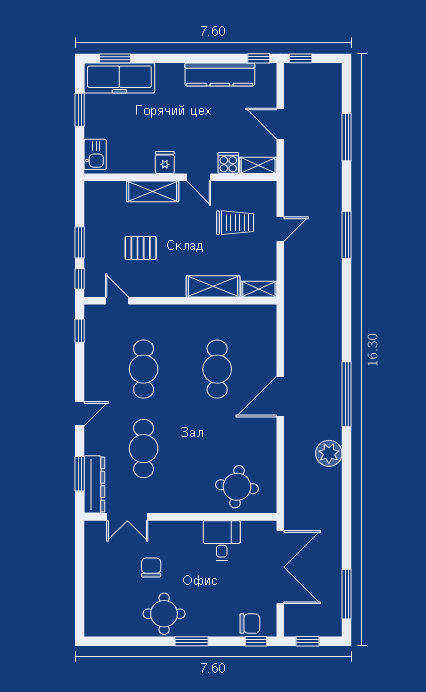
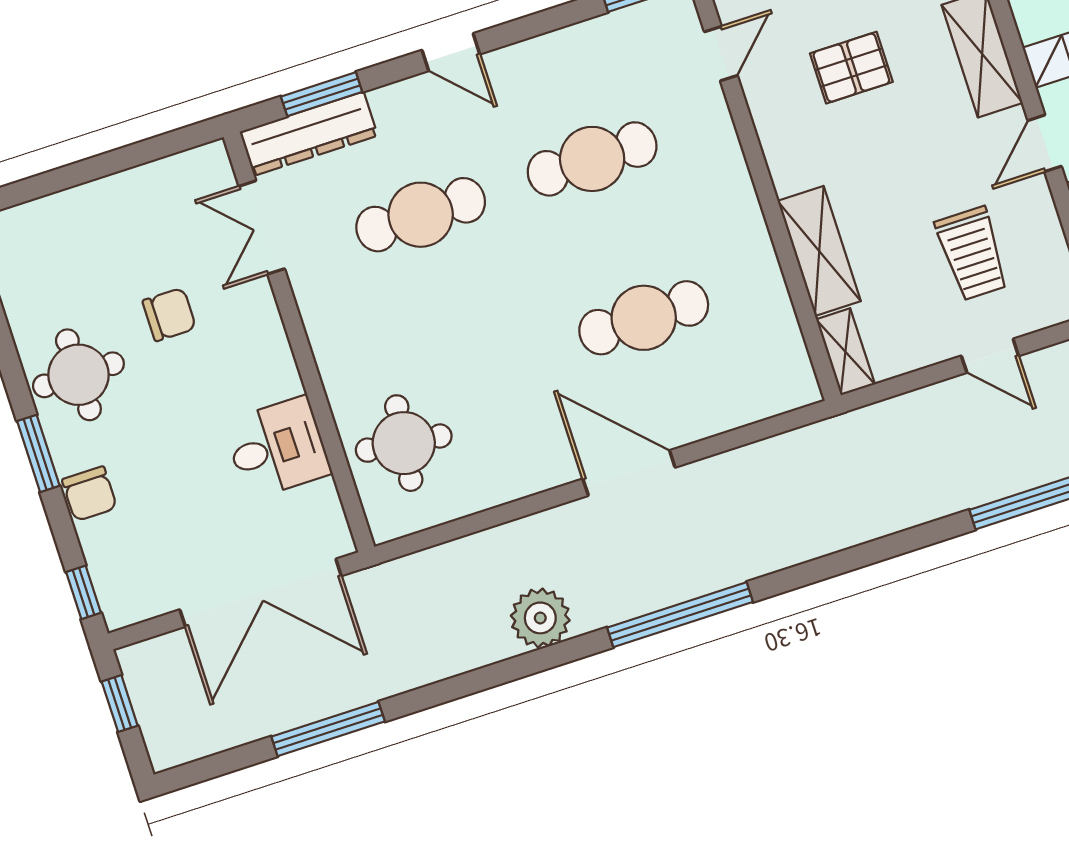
pallet: (141, 248) -> (851, 68), turned 90
window: (347, 594) -> (328, 729), moved
chair: (250, 624) -> (89, 494), moved

